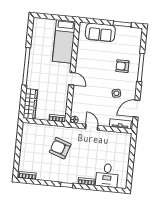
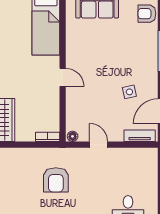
armchair: (122, 66) -> (147, 14), moved
armchair: (60, 148) -> (56, 180), turned -109

